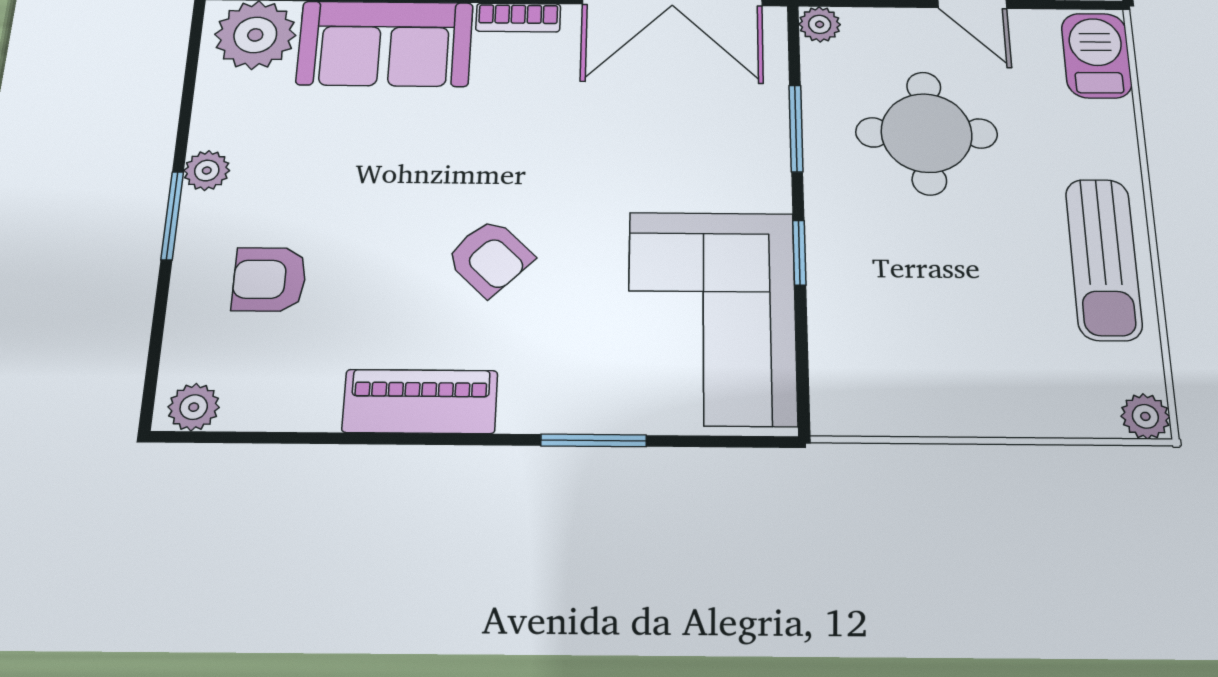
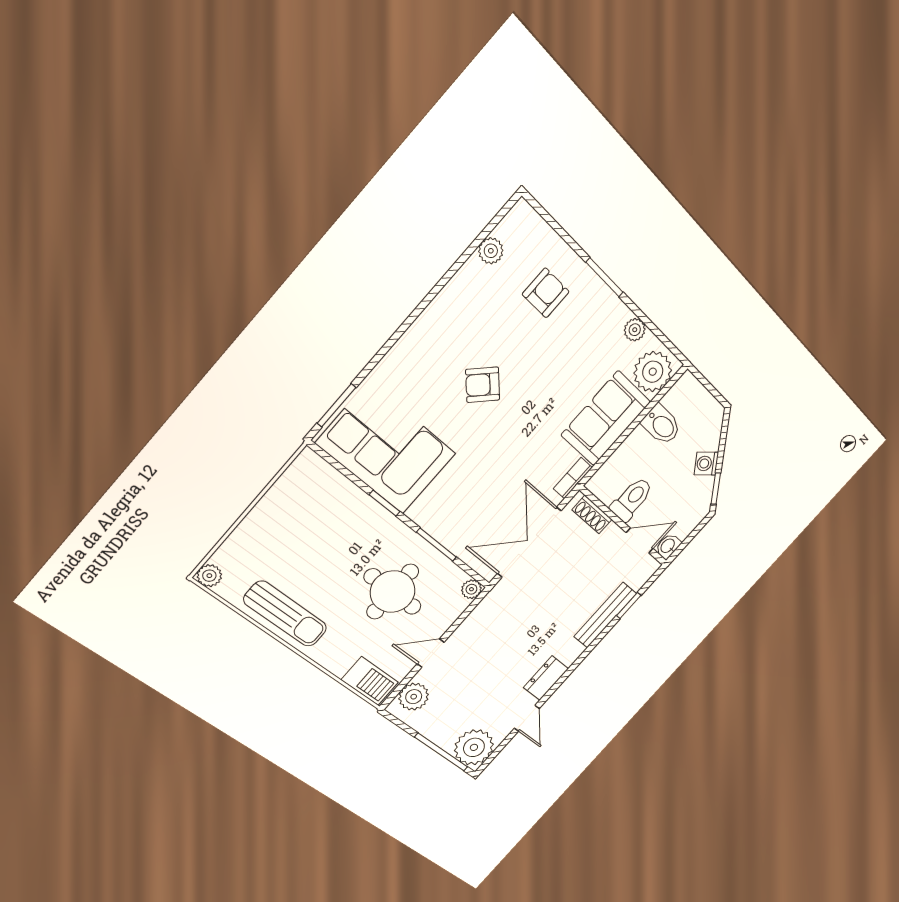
plant: (207, 171) -> (635, 330), moved
sun lounger: (1104, 259) -> (285, 614), turned 180
piano: (420, 401) -> (446, 309), removed
plant: (194, 407) -> (491, 251), moved
window: (594, 440) -> (336, 405), moved

